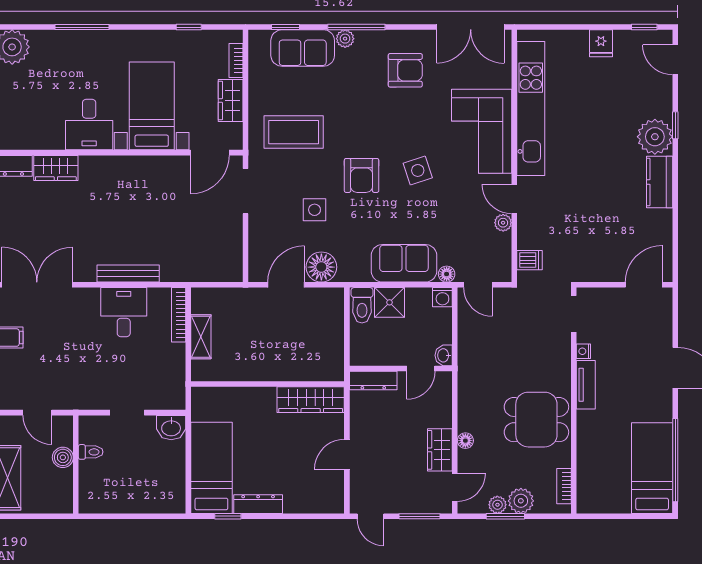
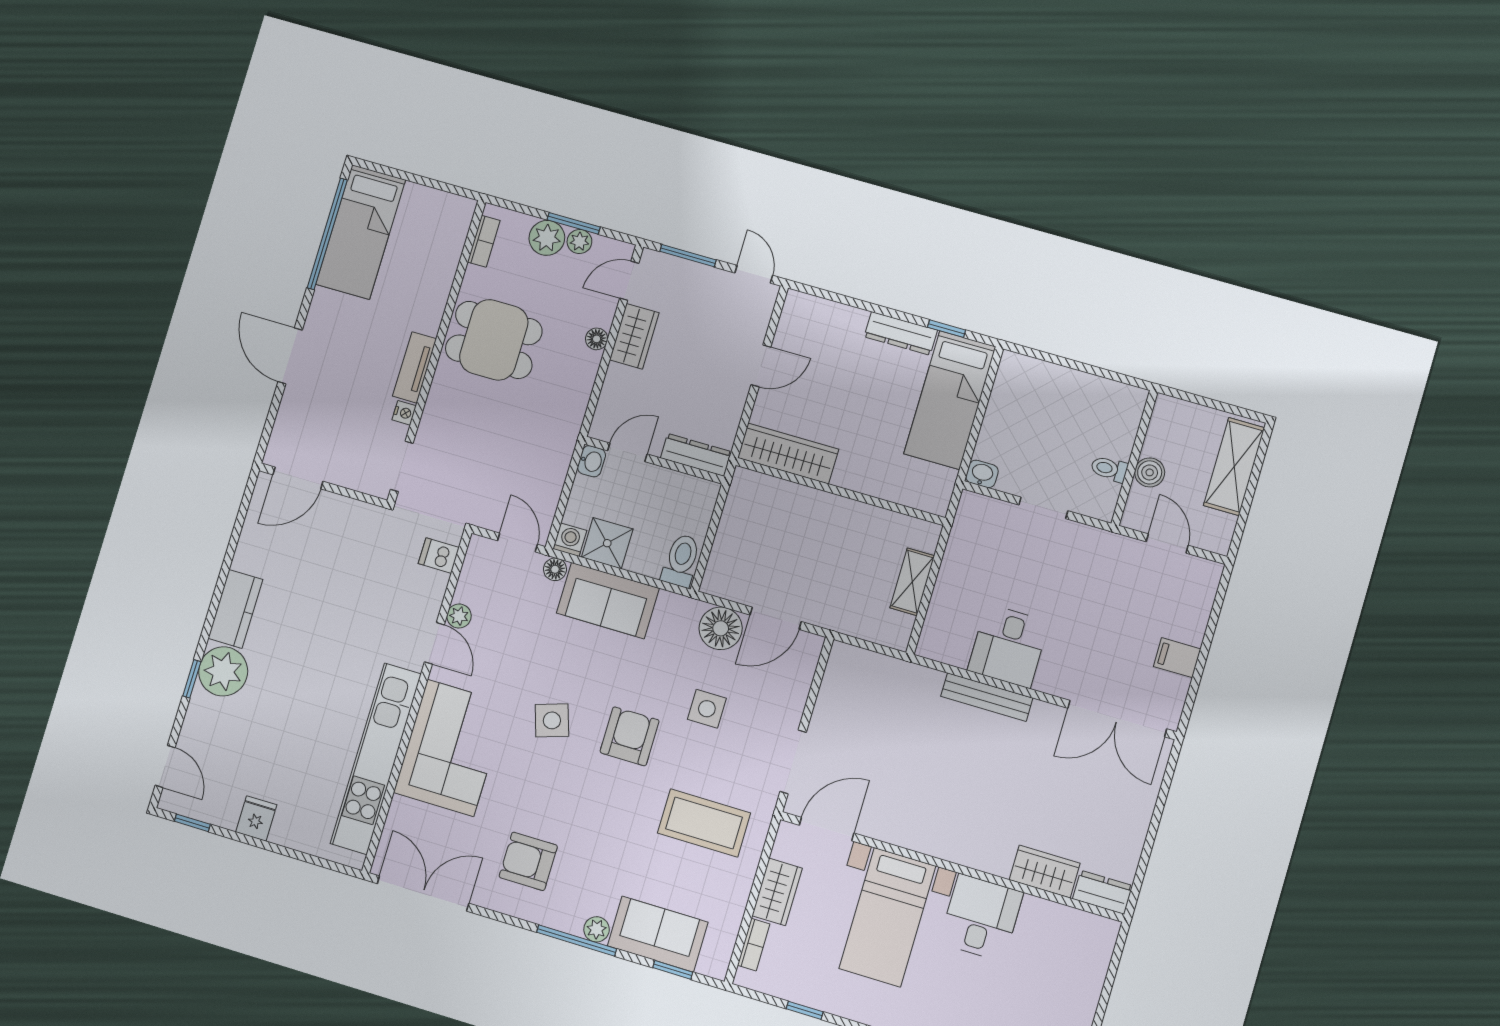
shower: (389, 302) -> (607, 543), moved
bookcase: (179, 315) -> (934, 620), removed
washbasin: (171, 428) -> (982, 474), width x0.72, depth x0.69

